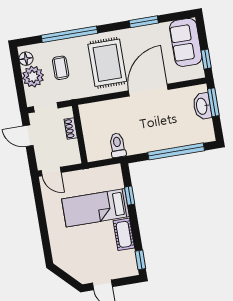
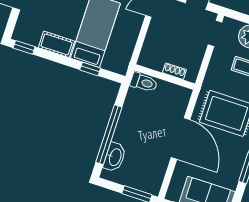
washbasin: (202, 106) -> (115, 157), moved, turned 90
shoe rack: (71, 128) -> (174, 71), moved
wall: (80, 134) -> (165, 77), moved

